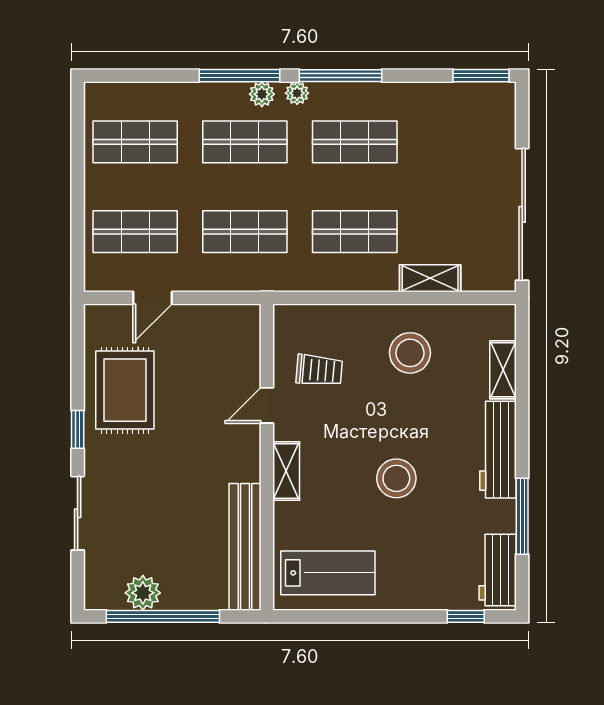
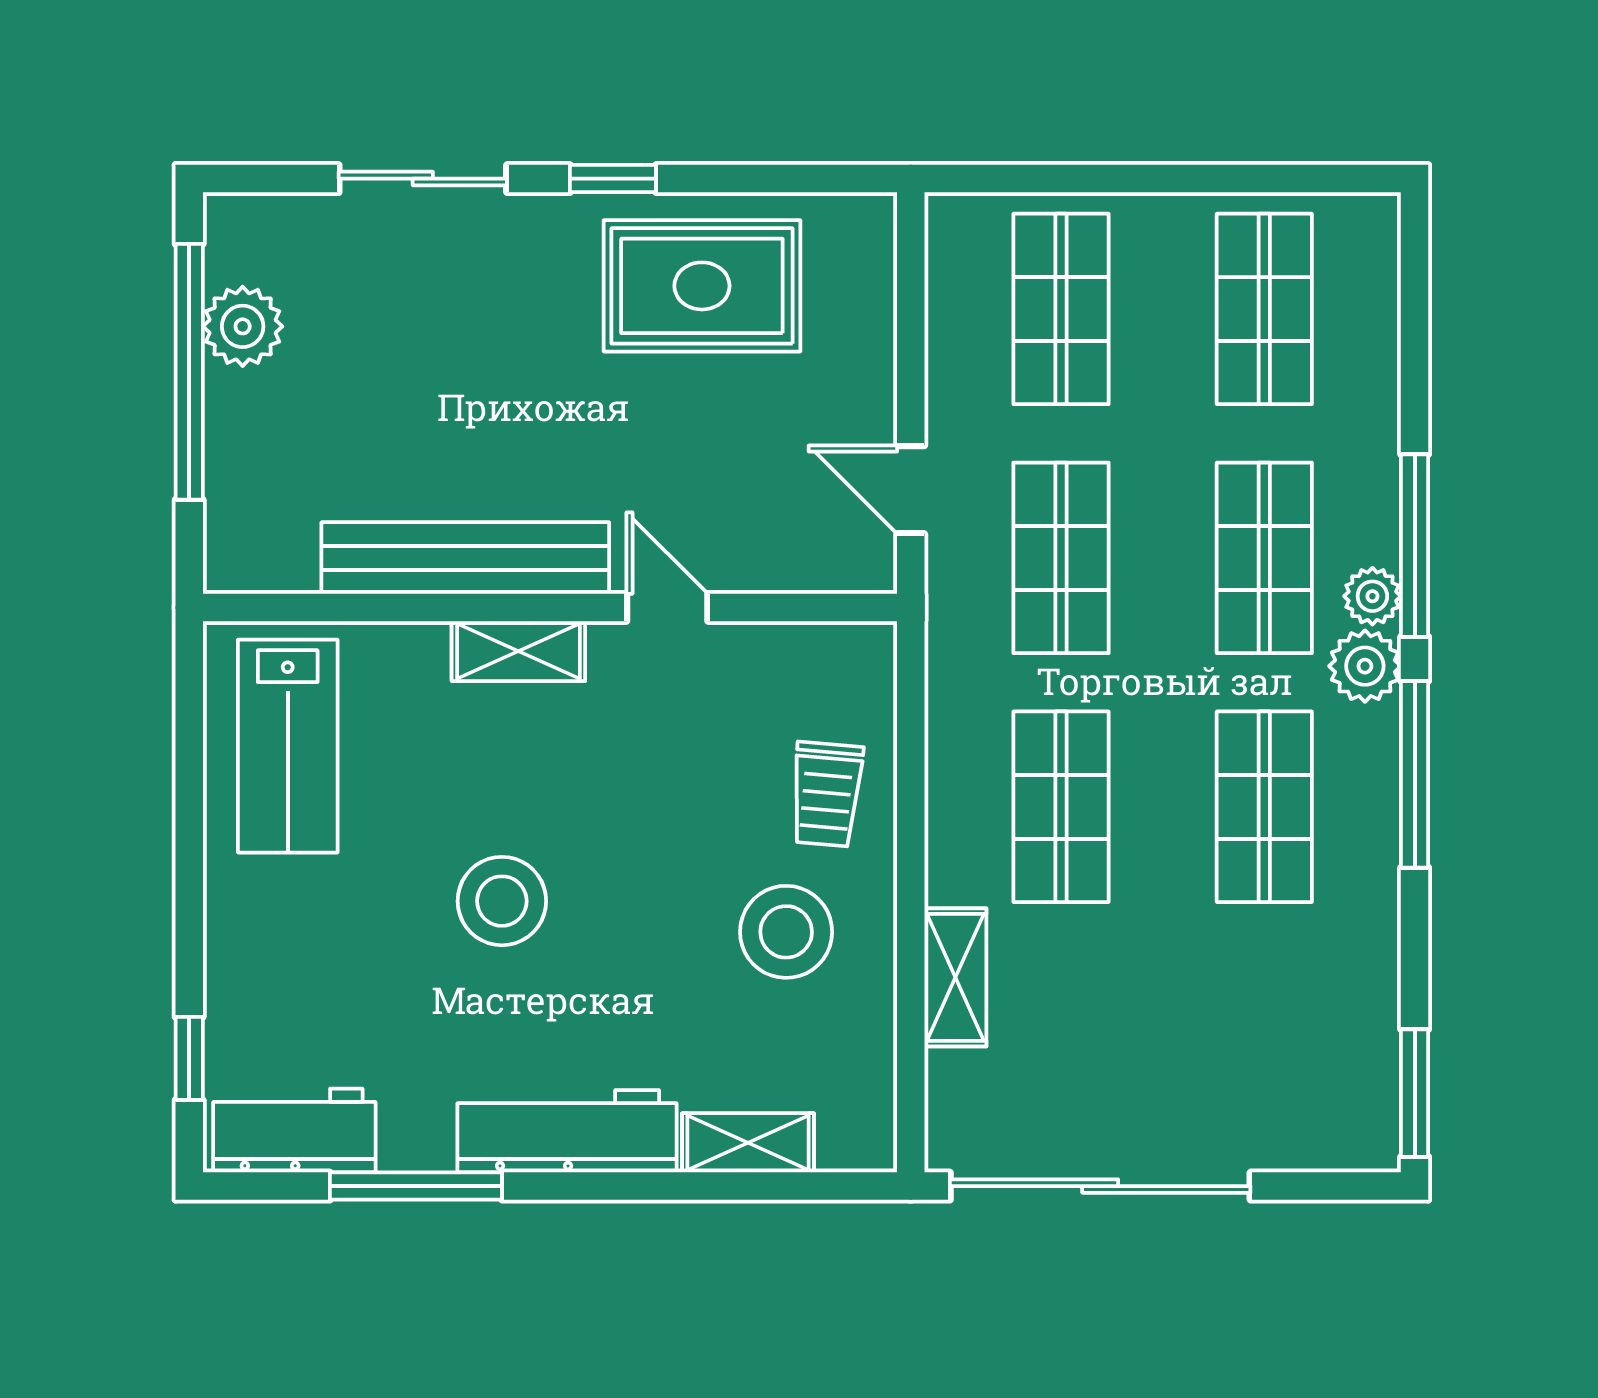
plant: (297, 93) -> (1365, 666), width x1.38, depth x1.38
door: (152, 298) -> (911, 490), moved
trolley: (319, 370) -> (826, 794), moved
bench: (245, 547) -> (465, 558), moved

